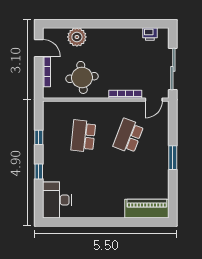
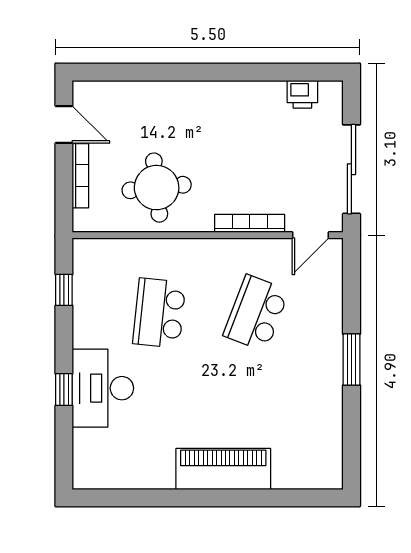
plant: (77, 37) -> (146, 101), removed
window: (39, 137) -> (64, 290), moved
desk: (57, 200) -> (103, 388), moved
piano: (147, 209) -> (223, 469), moved

